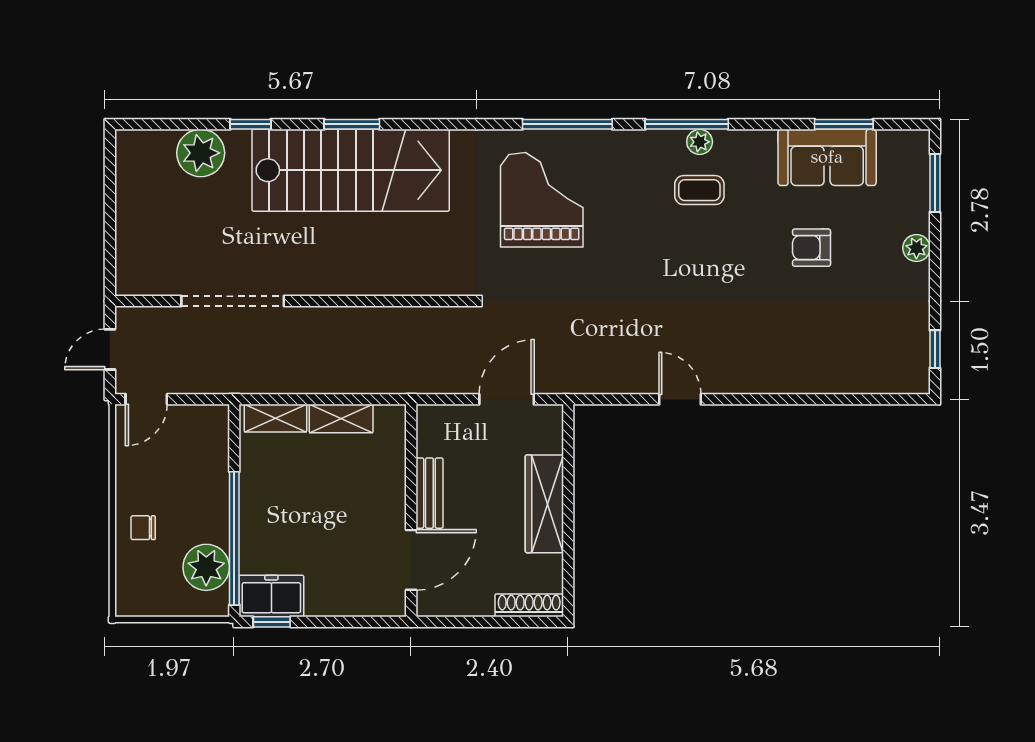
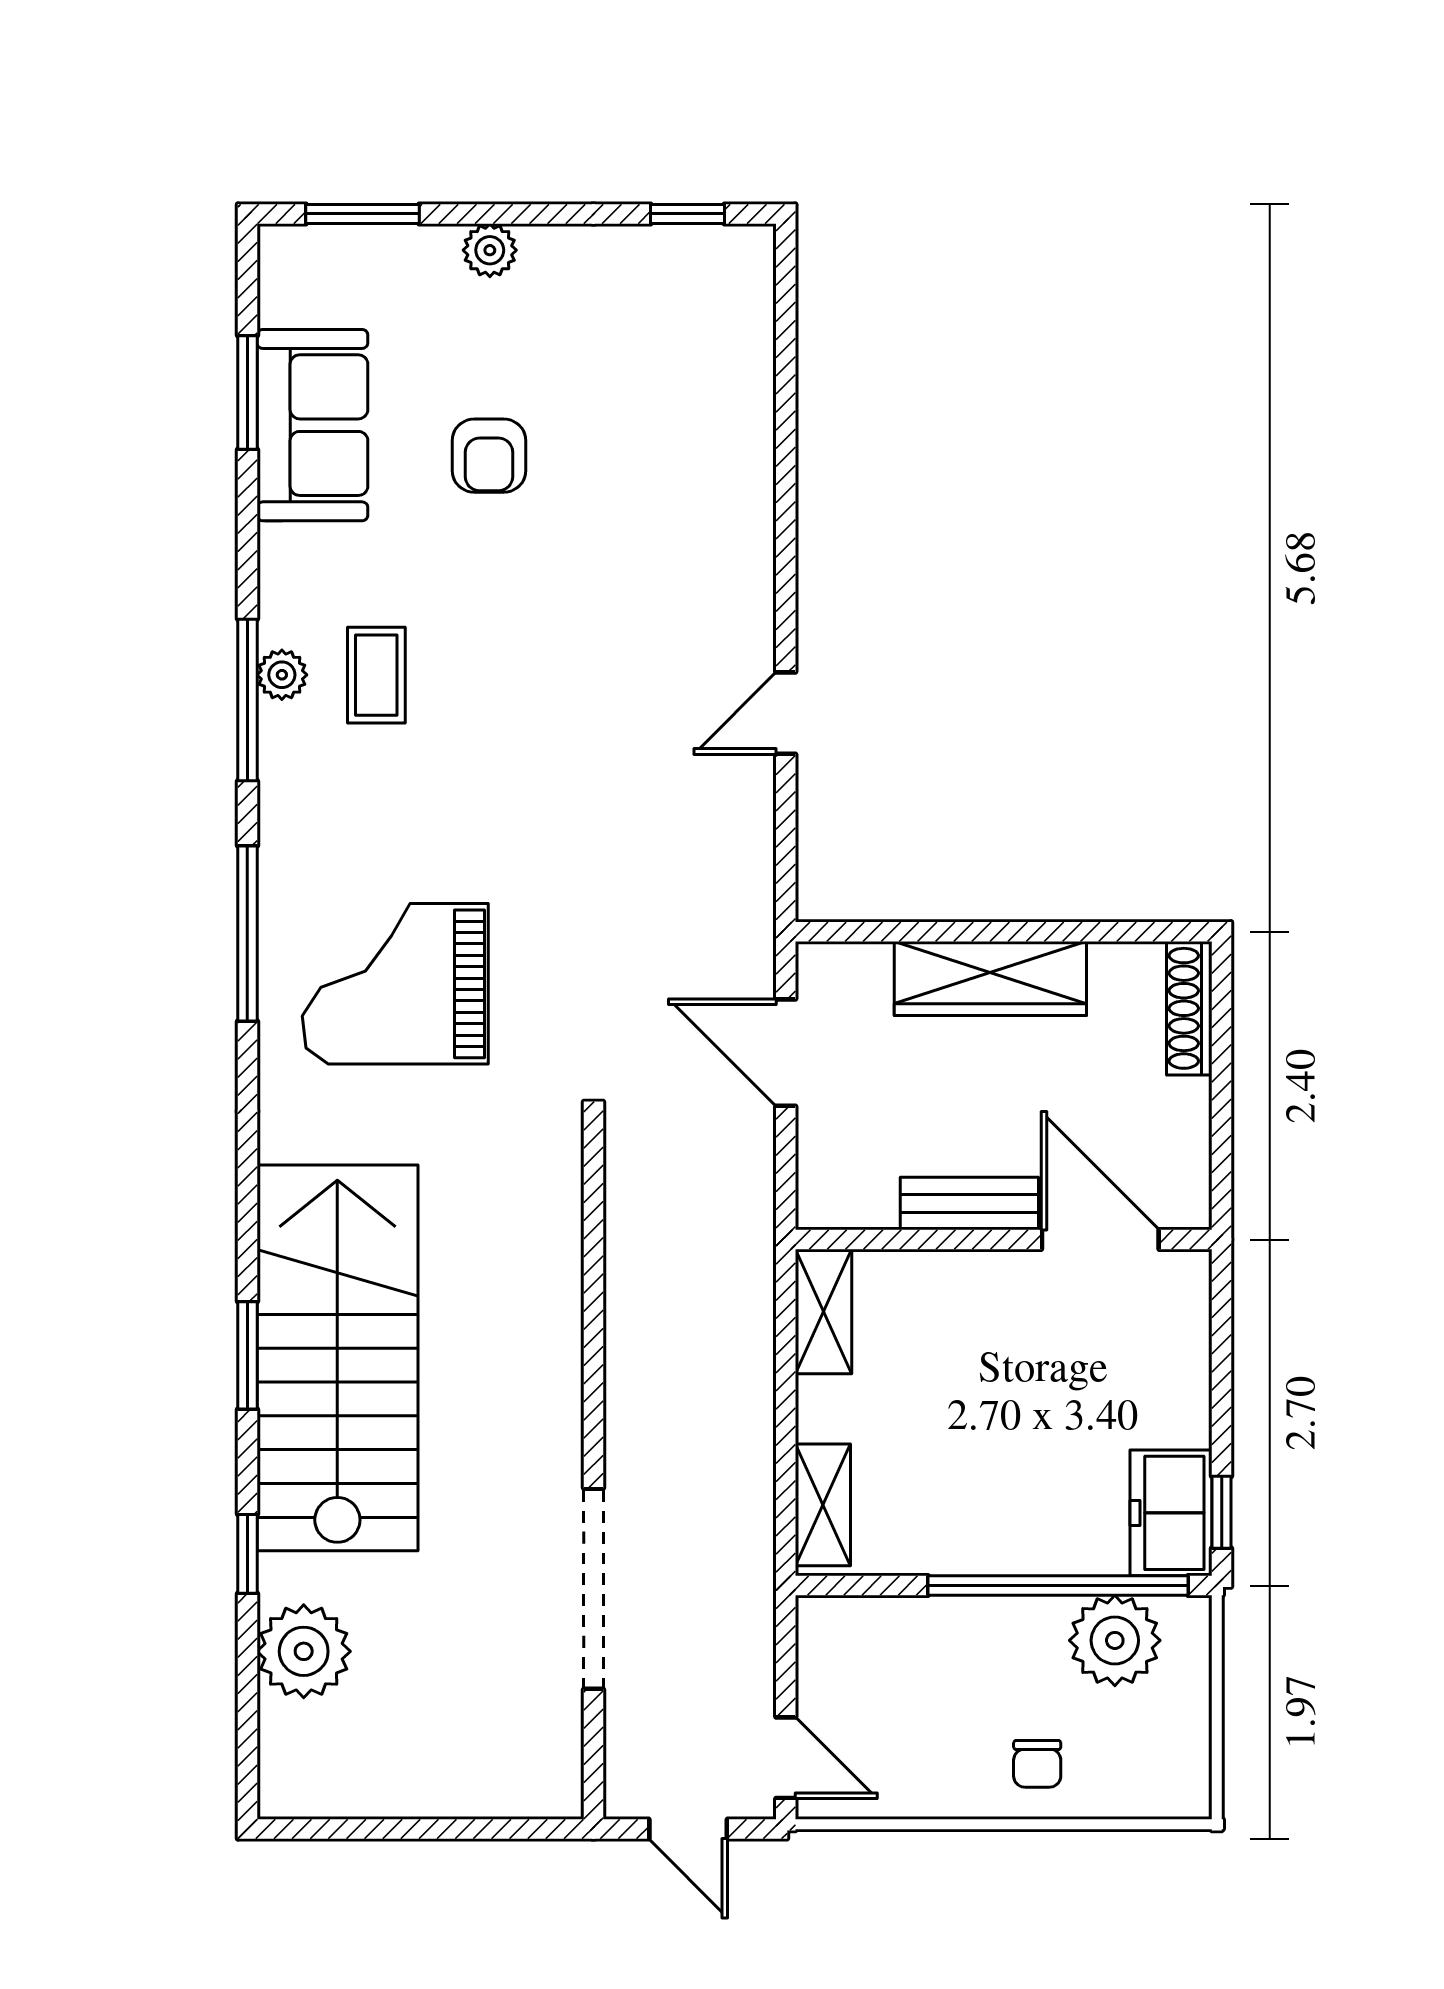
shelving: (341, 419) -> (823, 1311), moved

